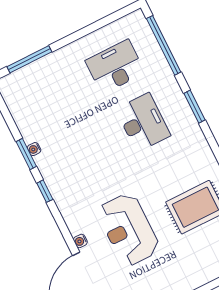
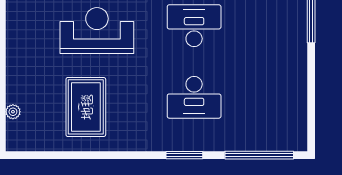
desk: (115, 67) -> (194, 26), moved, turned -90

